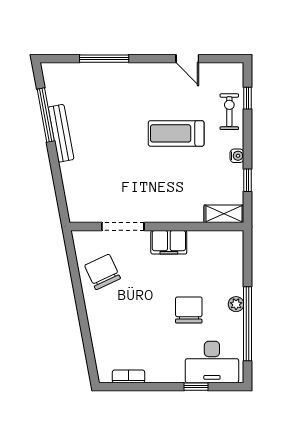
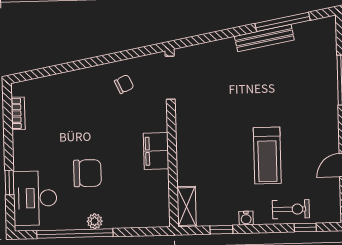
treadmill: (176, 133) -> (267, 156), turned 180
doorway: (123, 226) -> (170, 78), moved
chair: (103, 272) -> (124, 84), width x0.54, depth x0.54

